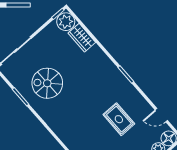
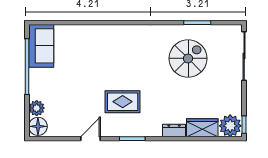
dresser: (99, 53) -> (174, 130), added
door: (161, 115) -> (90, 139), moved
rug: (119, 119) -> (123, 102), moved

